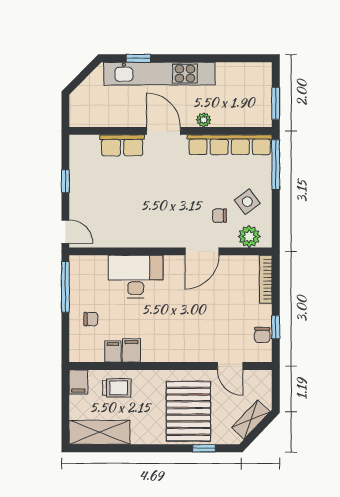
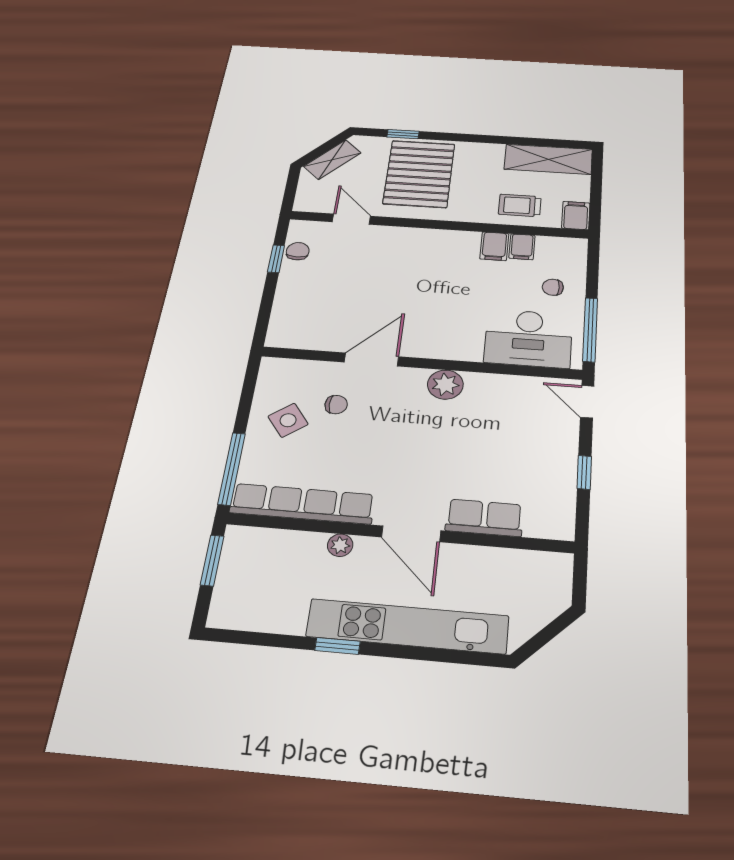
window: (138, 58) -> (338, 646), moved
plant: (249, 236) -> (445, 385), moved
desk: (136, 277) -> (528, 338), moved
bookcase: (266, 279) -> (279, 317), removed

